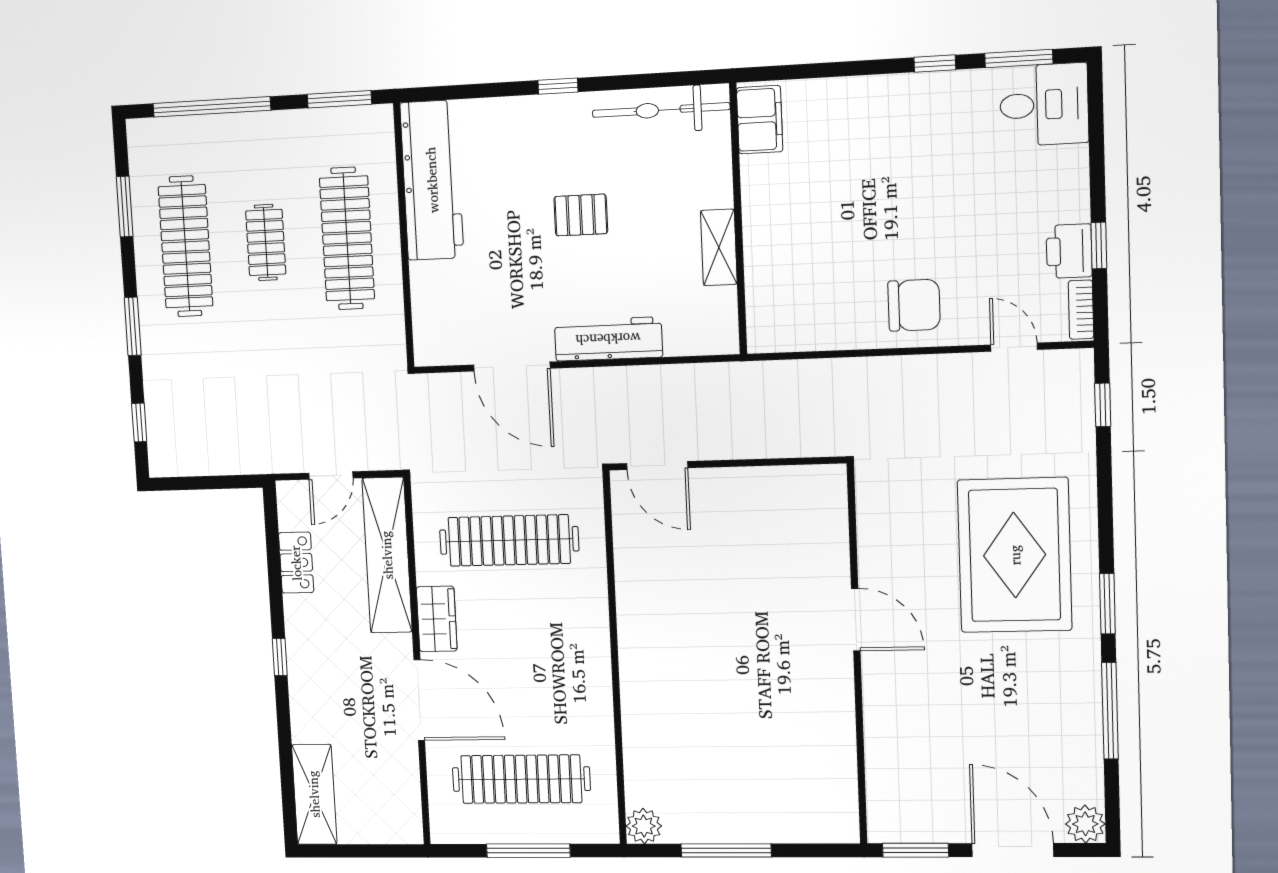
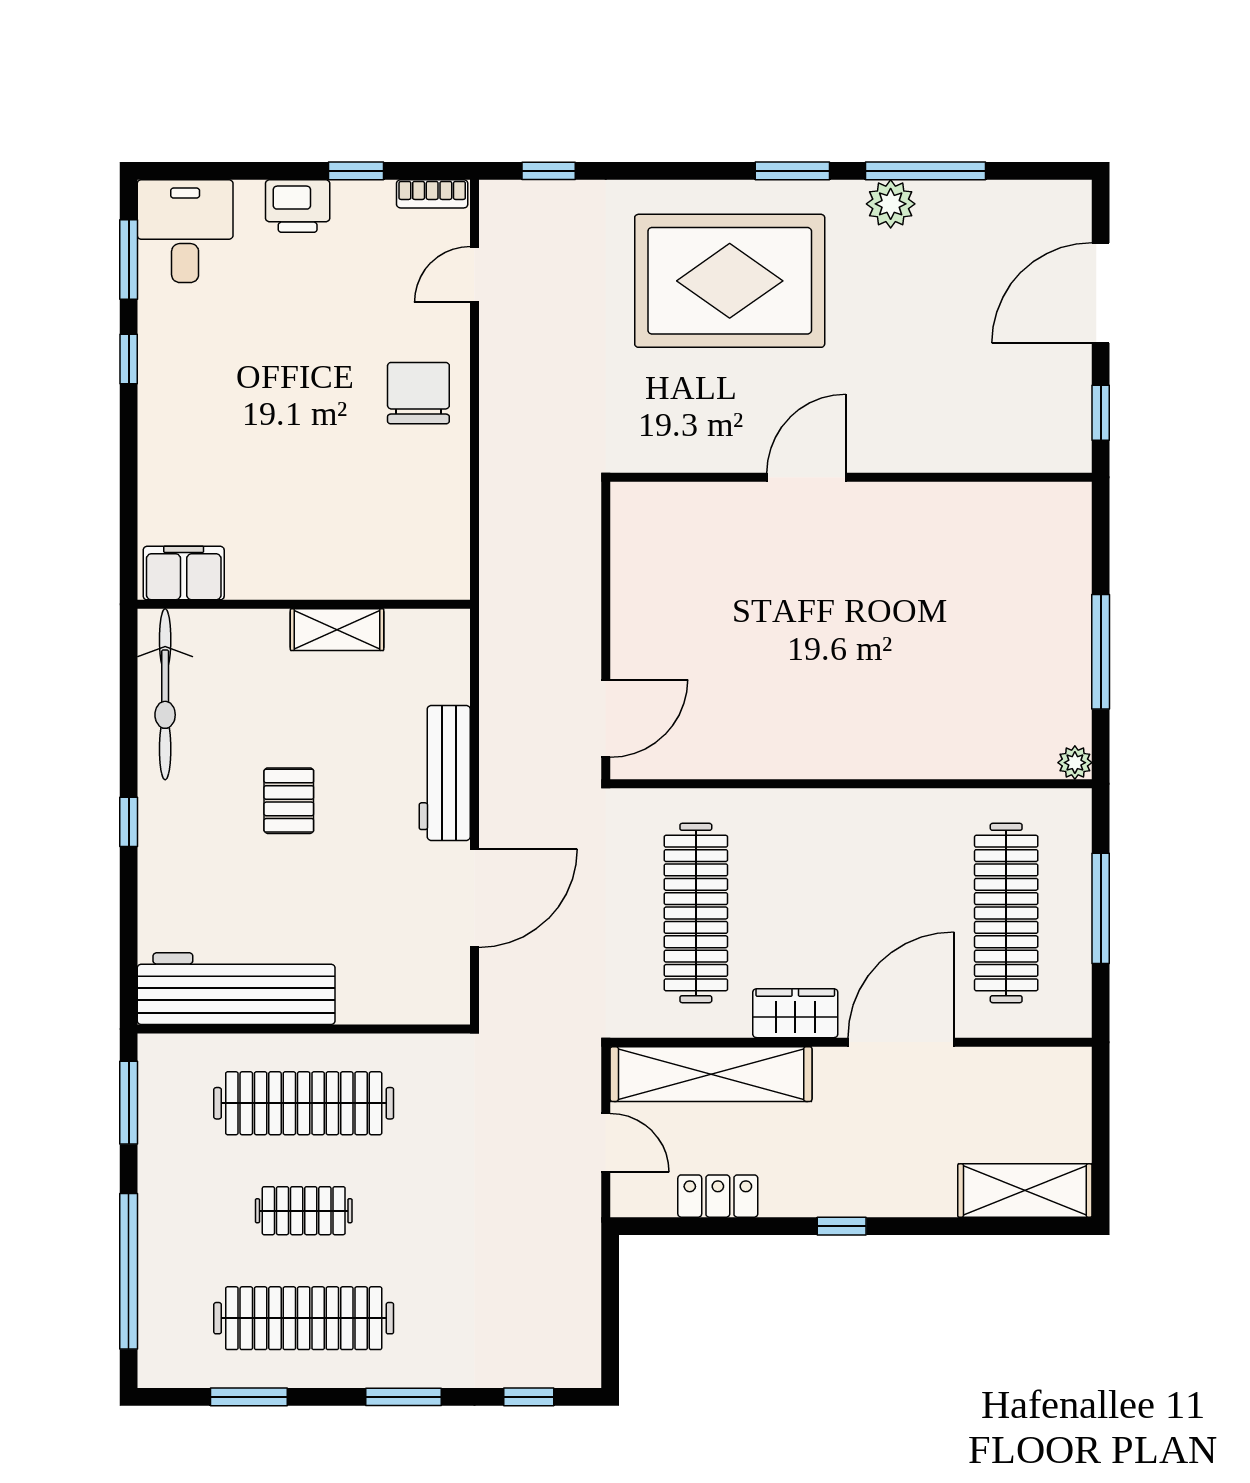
printer: (1069, 251) -> (298, 206), moved
plant: (1085, 824) -> (891, 204), moved
plant: (644, 826) -> (1075, 763), width x0.73, depth x0.73
window: (916, 850) -> (1101, 413), width x0.67

